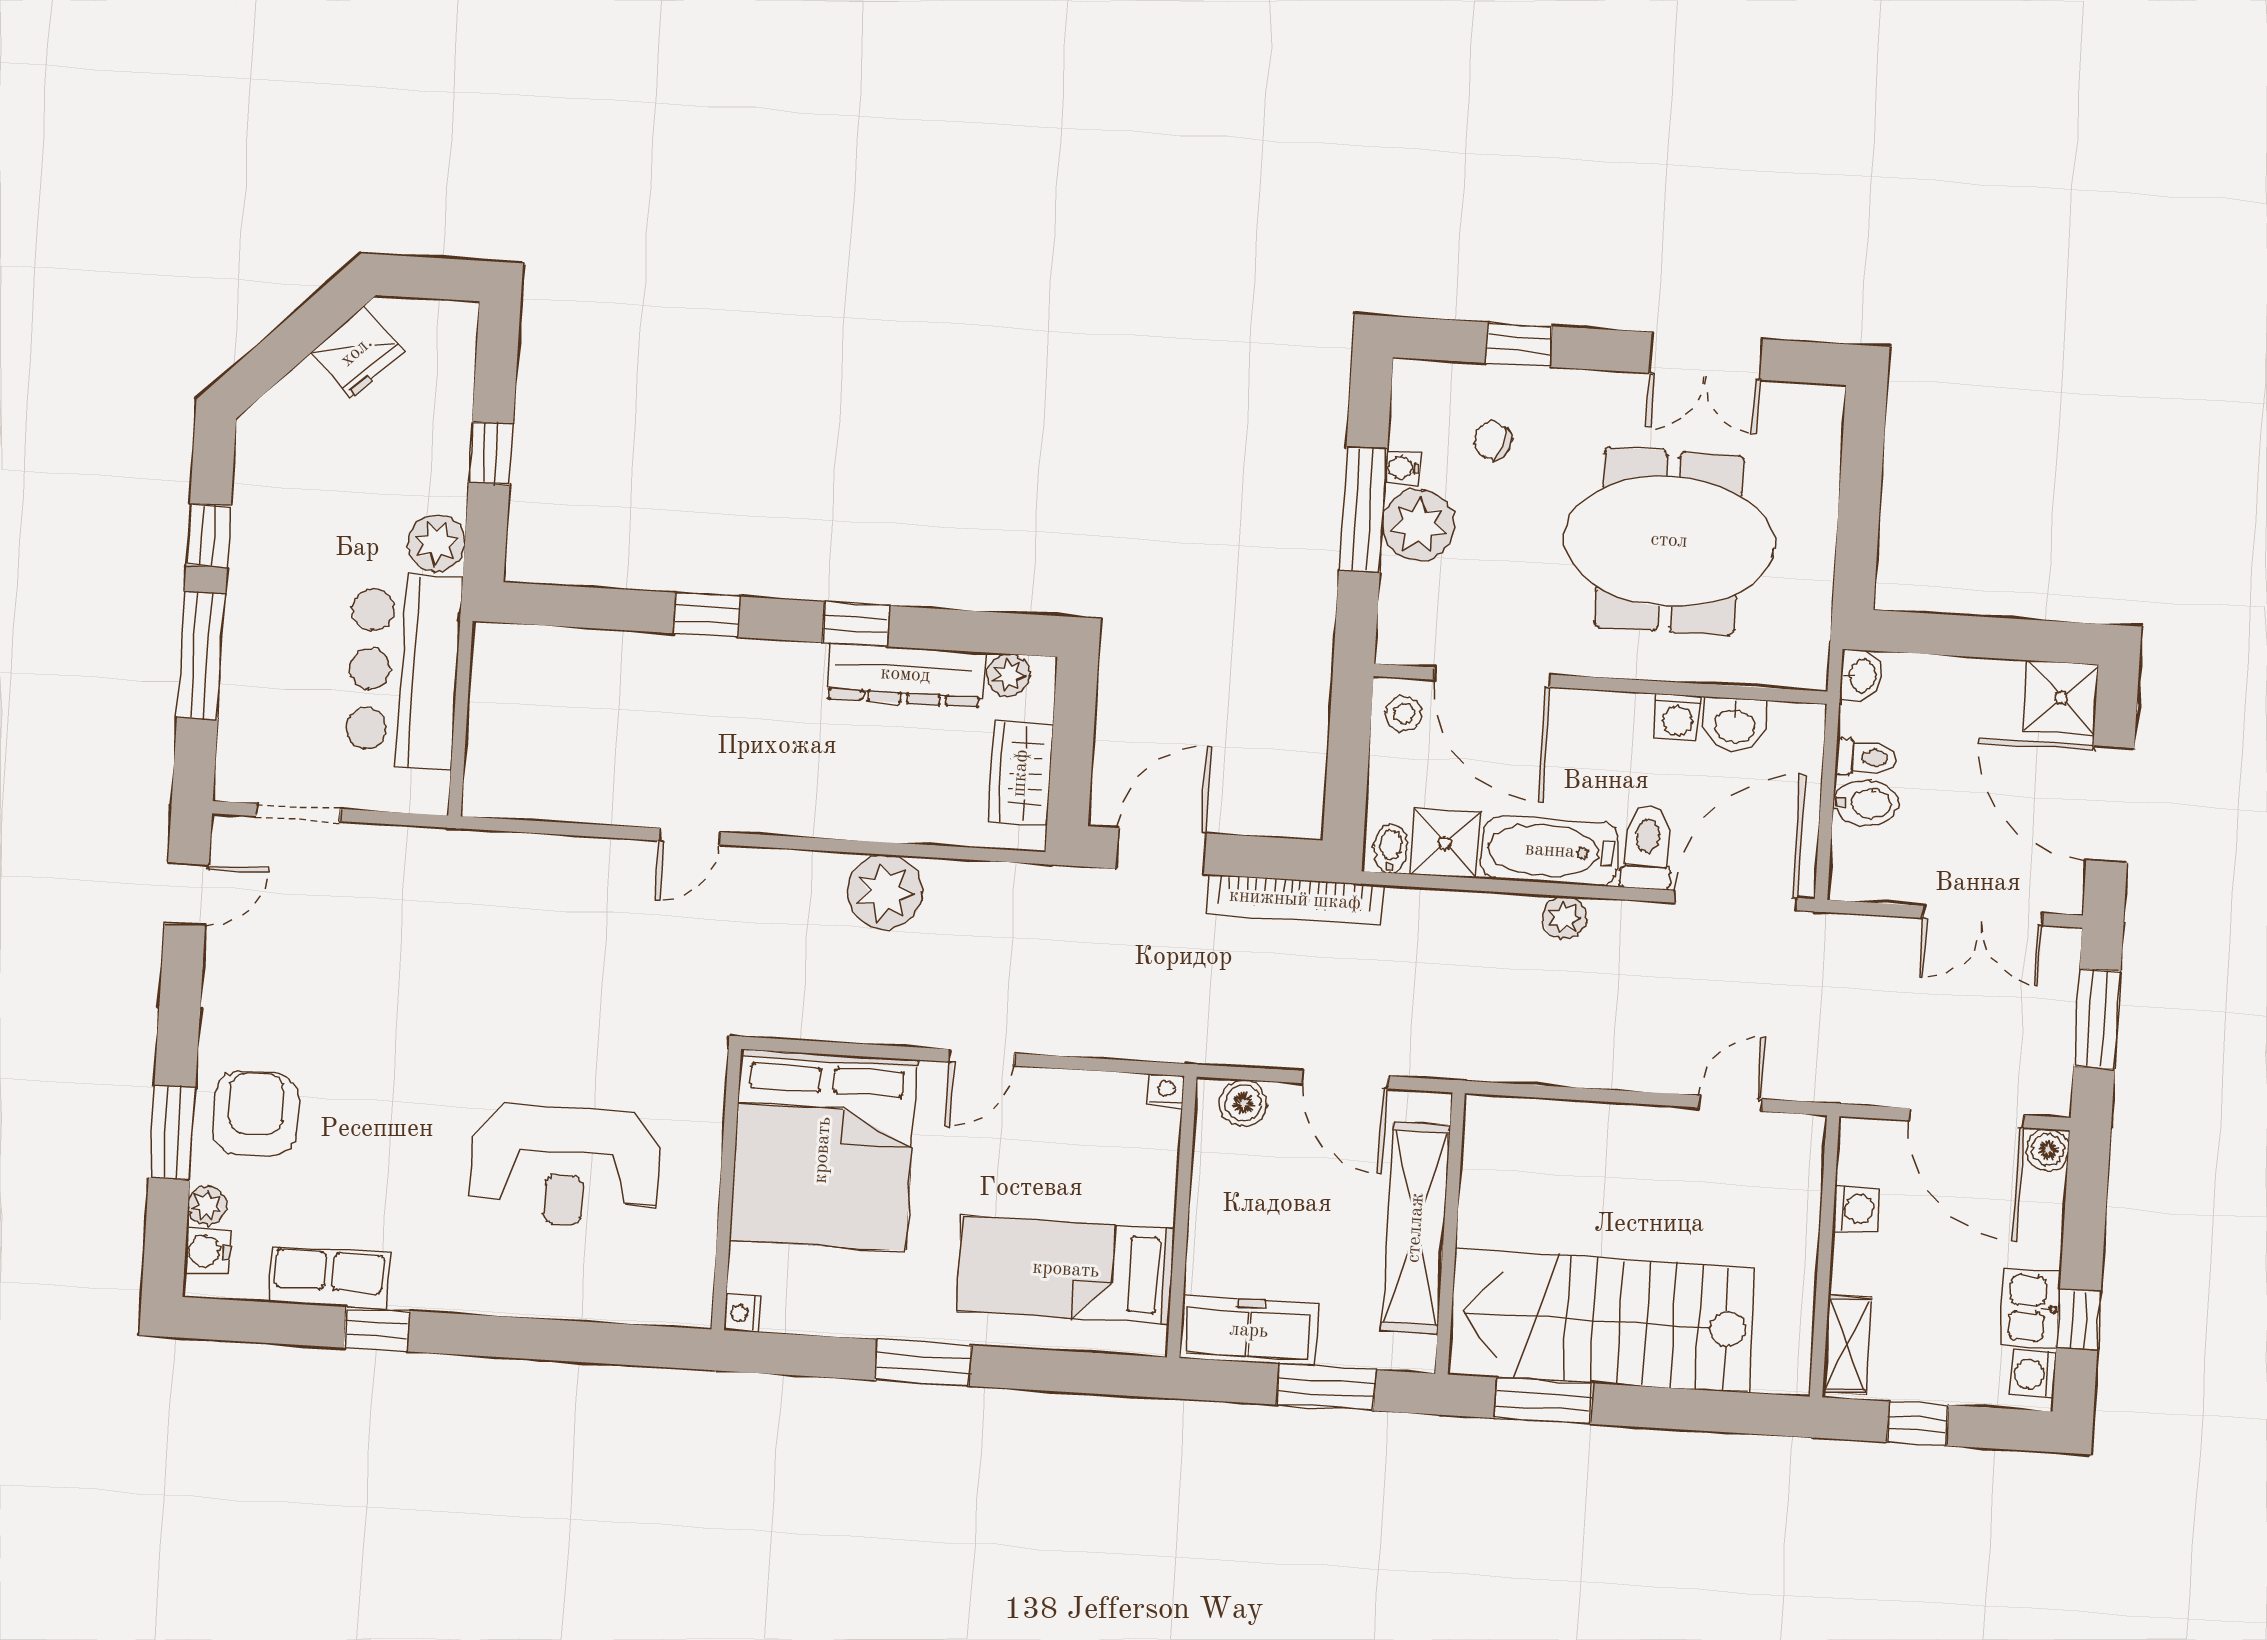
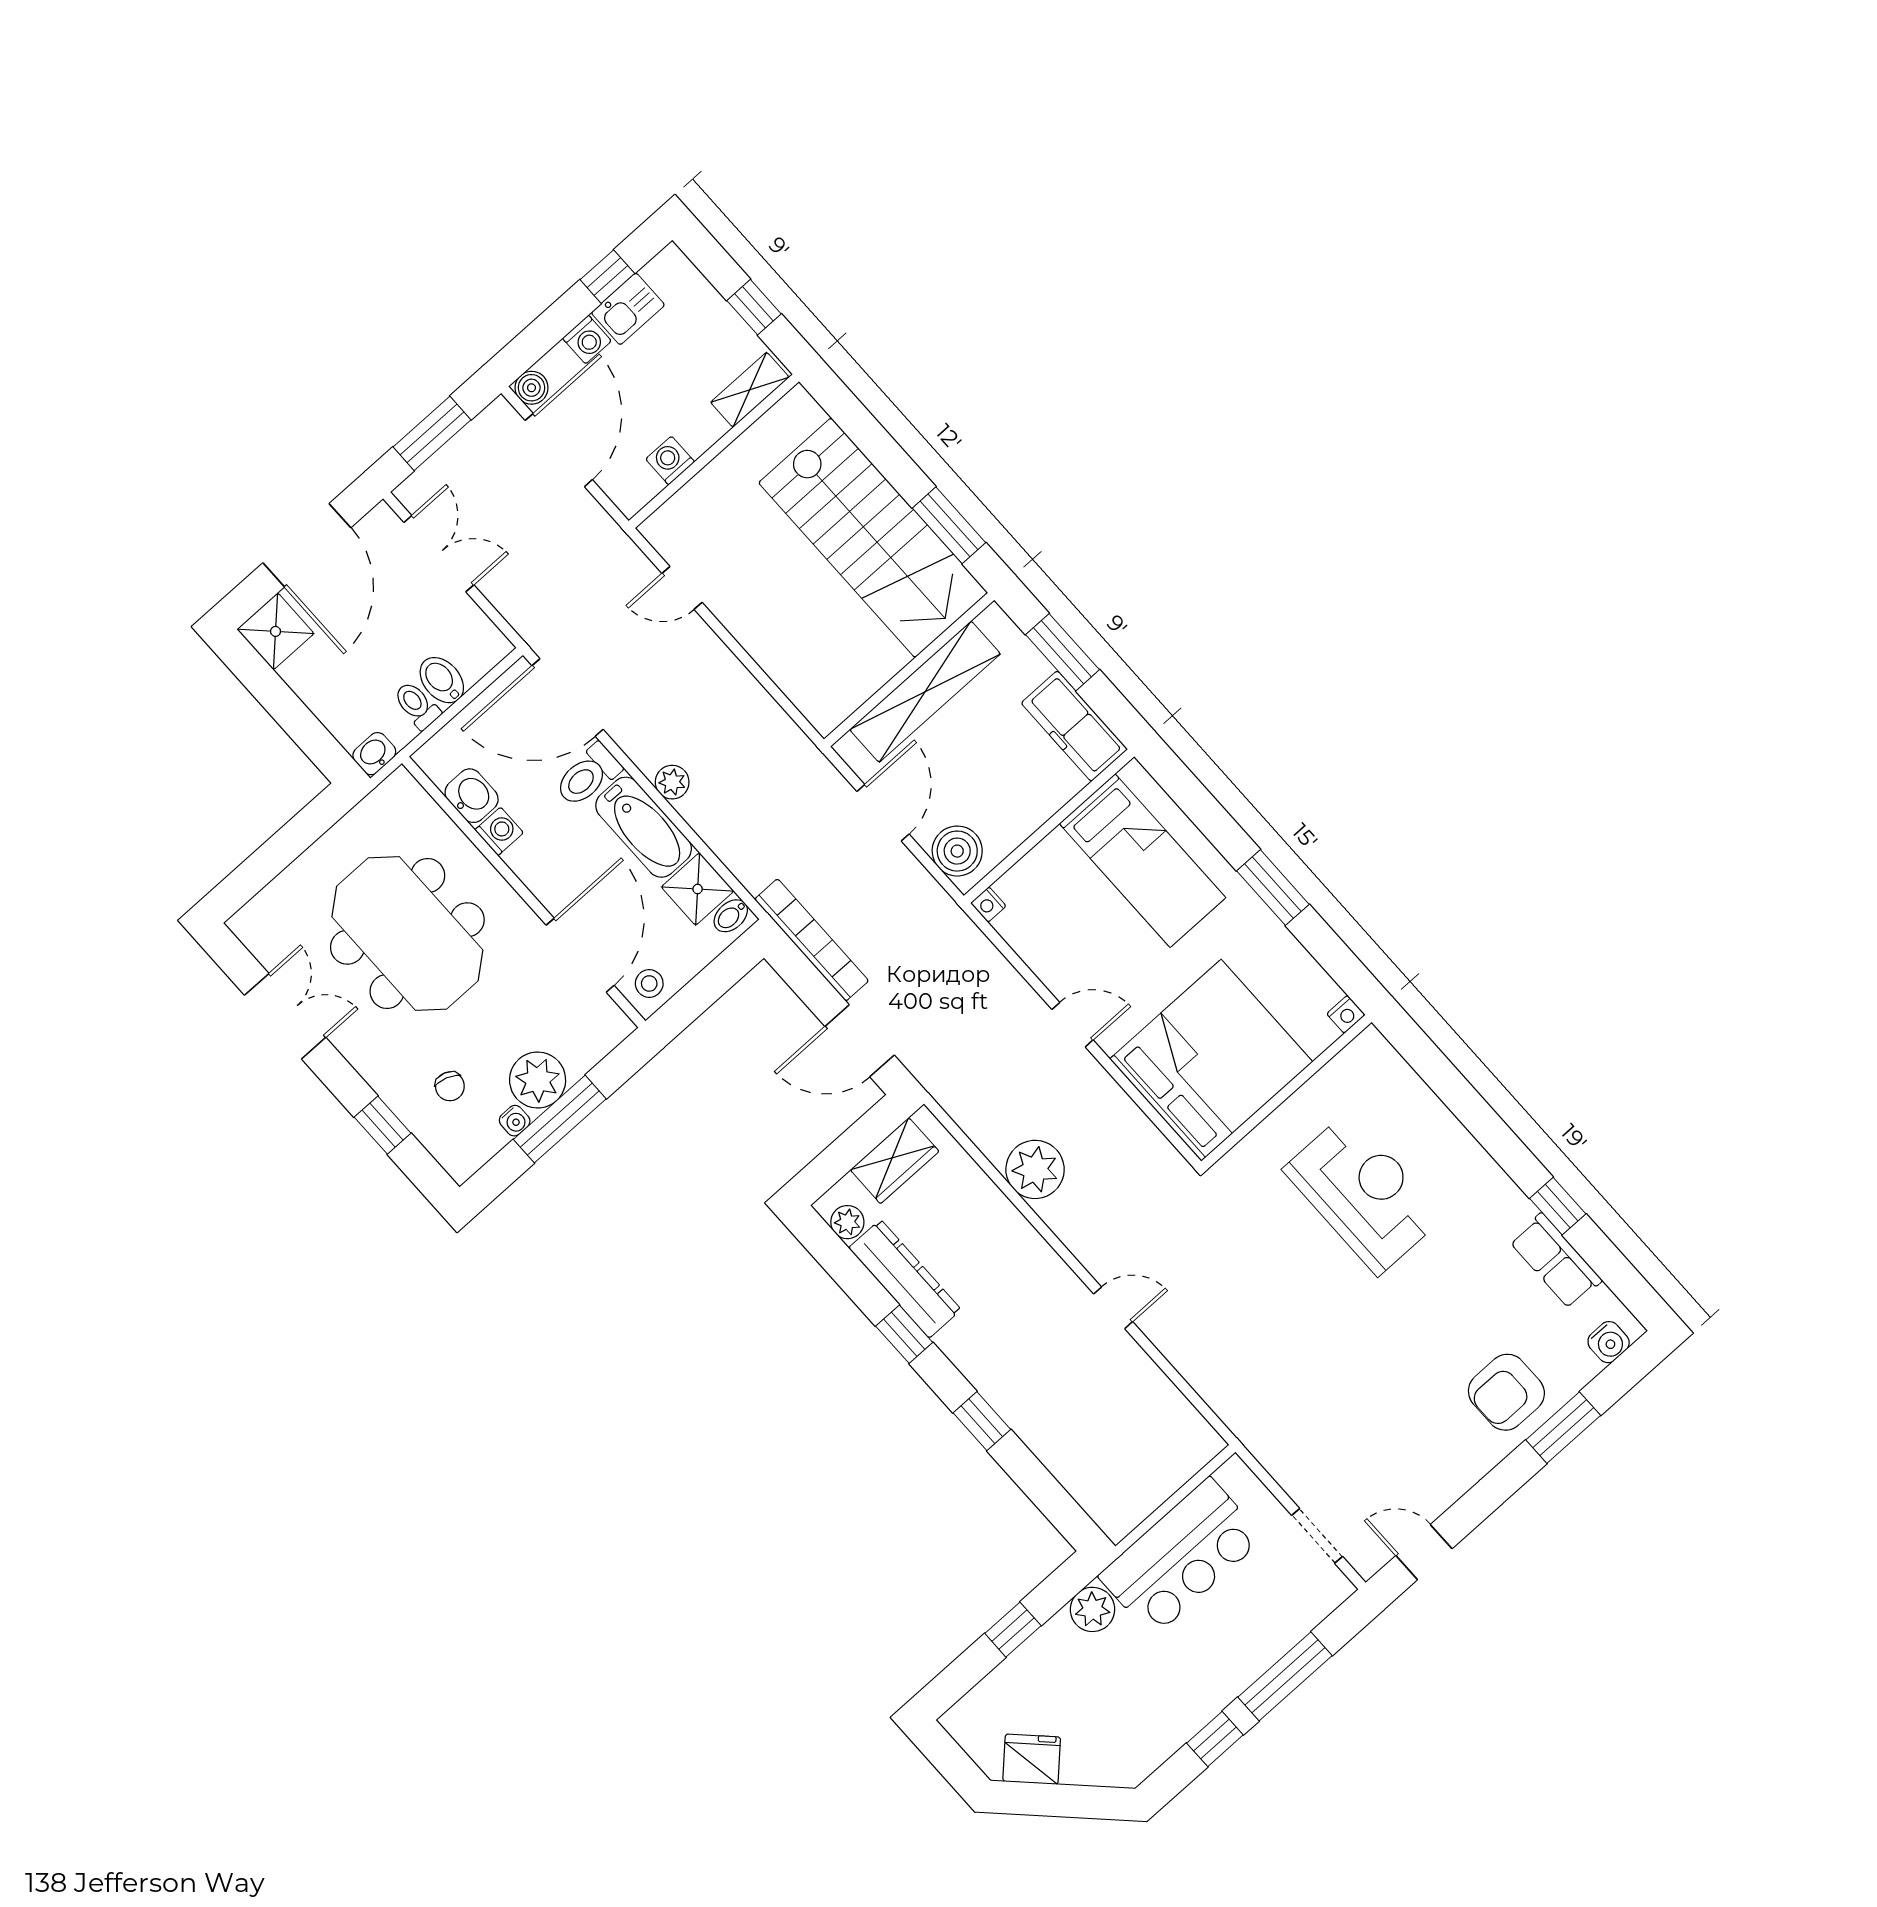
boiler: (1243, 1103) -> (957, 851), width x1.36, depth x1.36
plant: (207, 1205) -> (1584, 1368), removed
washing machine: (2033, 1374) -> (587, 340), moved

